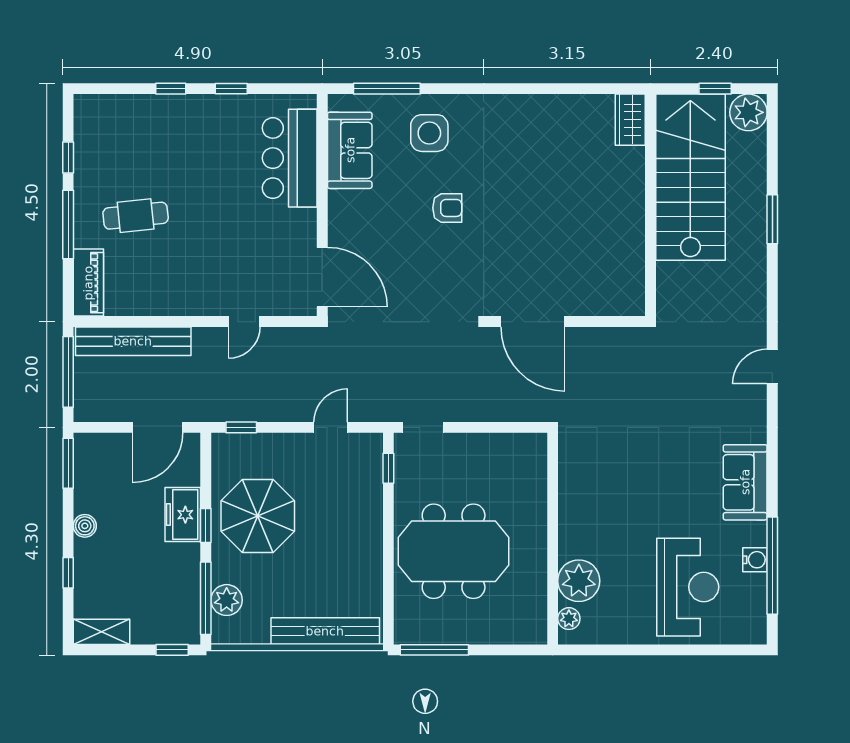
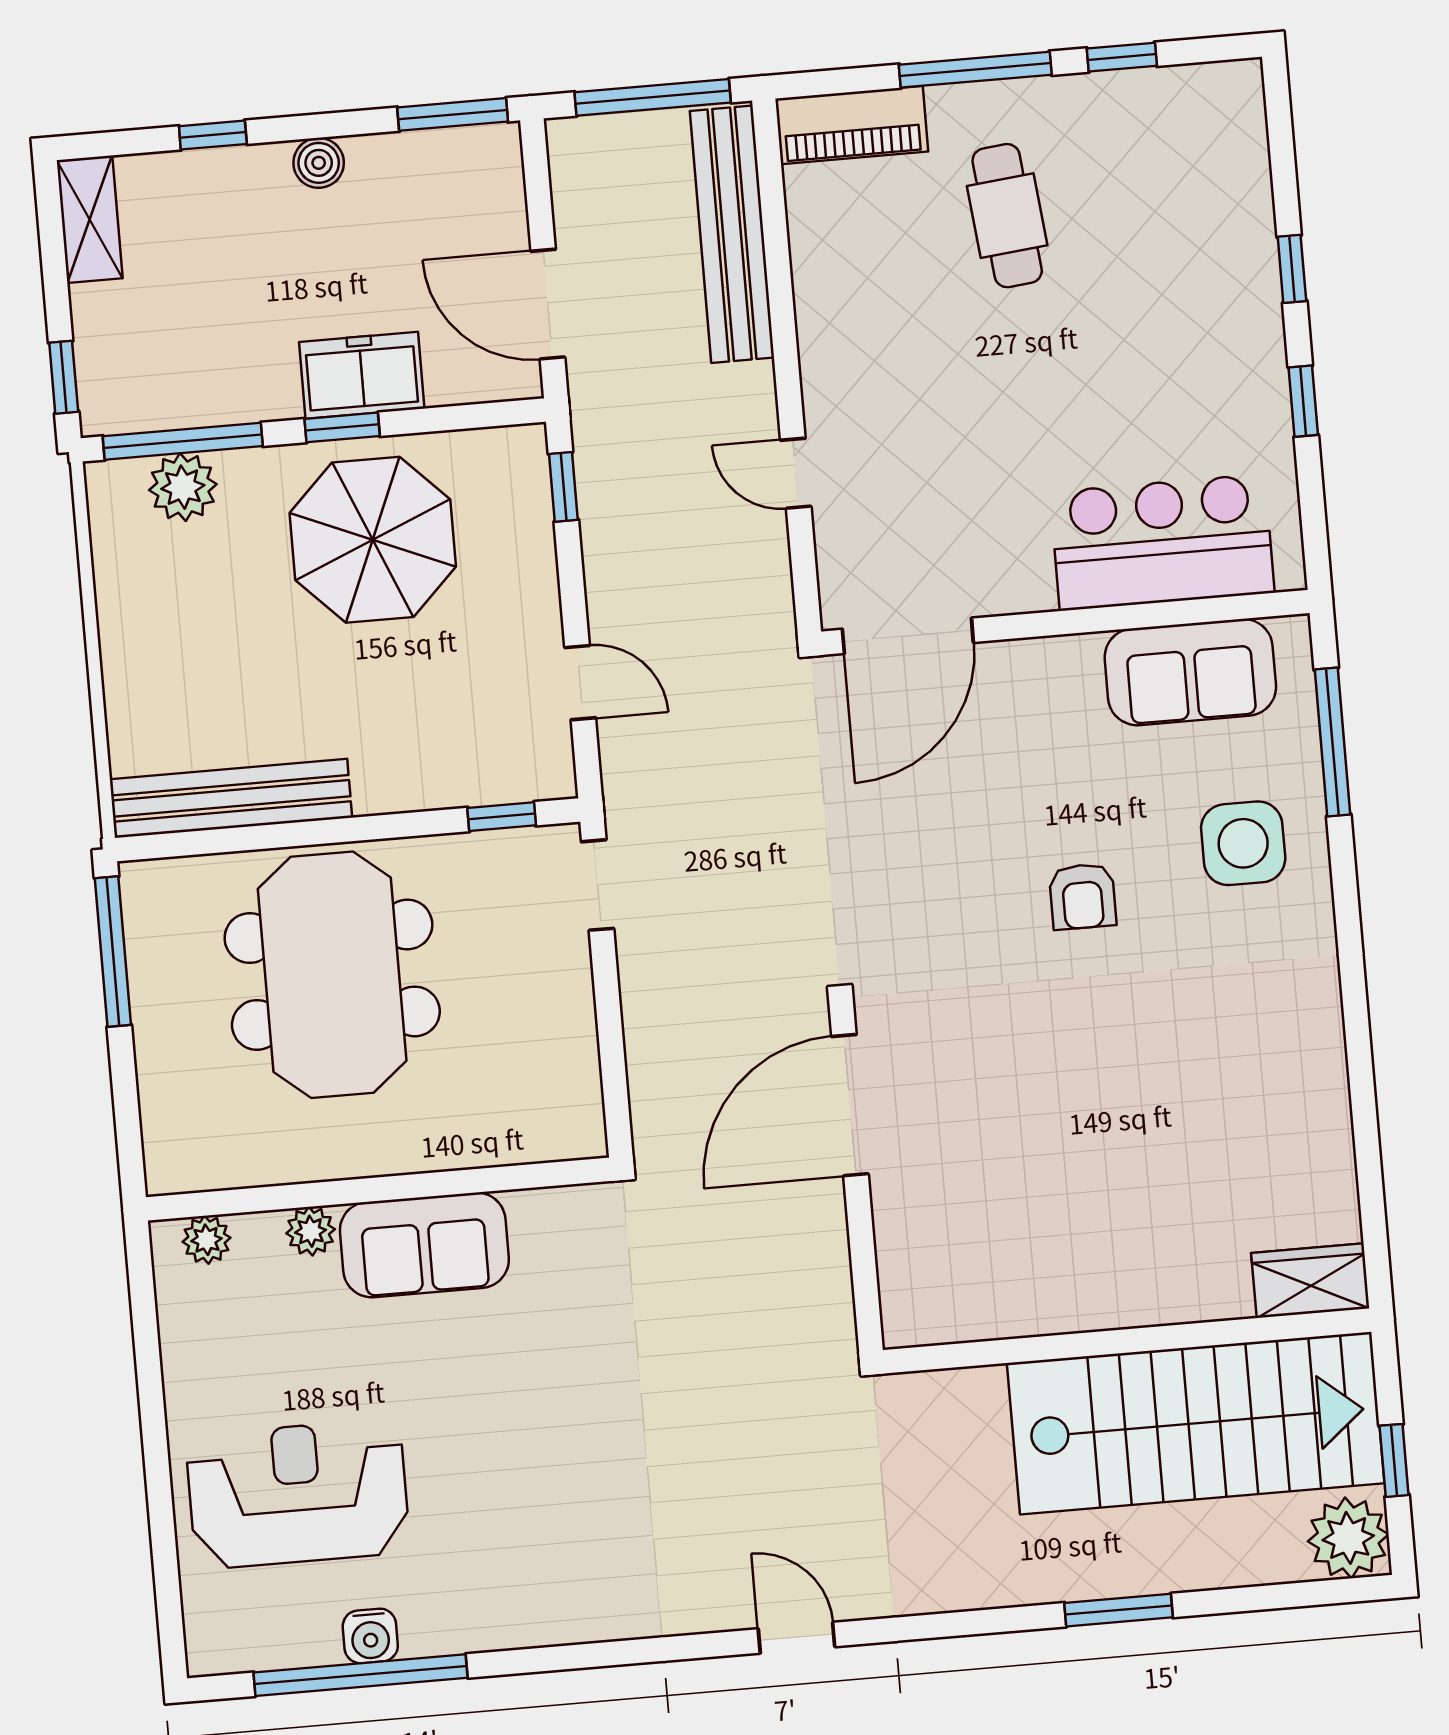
sofa: (745, 482) -> (424, 1245), moved, turned 180
plant: (579, 581) -> (311, 1231), width x0.53, depth x0.53
reception desk: (688, 587) -> (298, 1494), turned 180
bench: (325, 631) -> (231, 798), moved, turned 90

